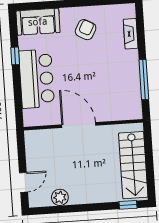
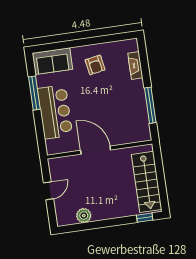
armchair: (86, 30) -> (95, 65), turned 142
window: (15, 56) -> (34, 93), width x2.17
door: (24, 182) -> (48, 191), moved

